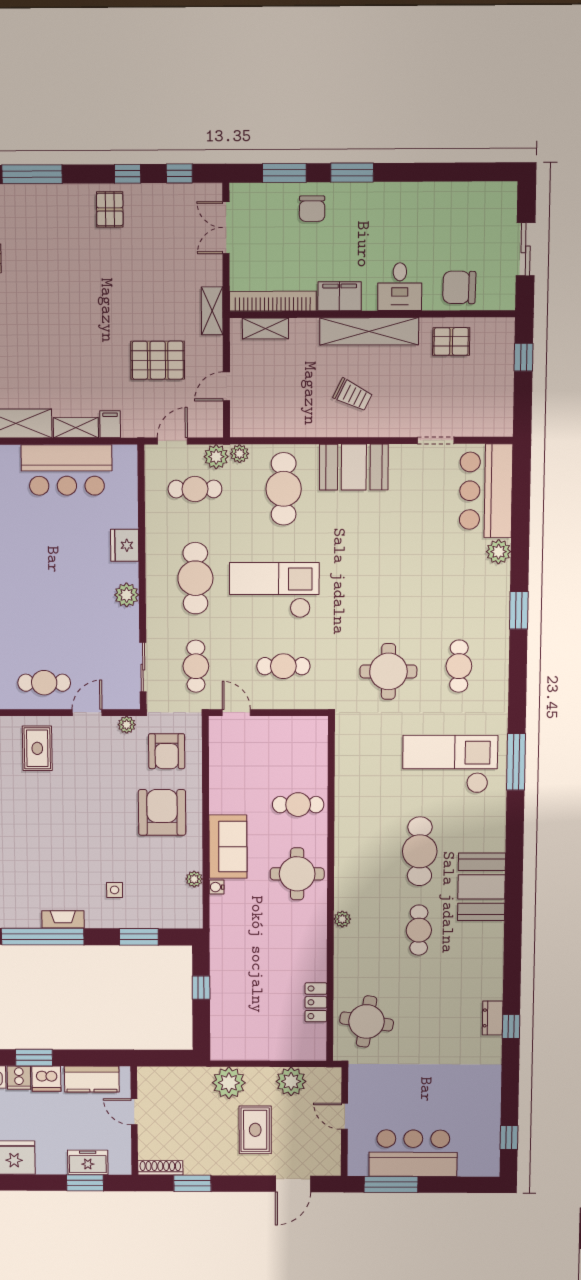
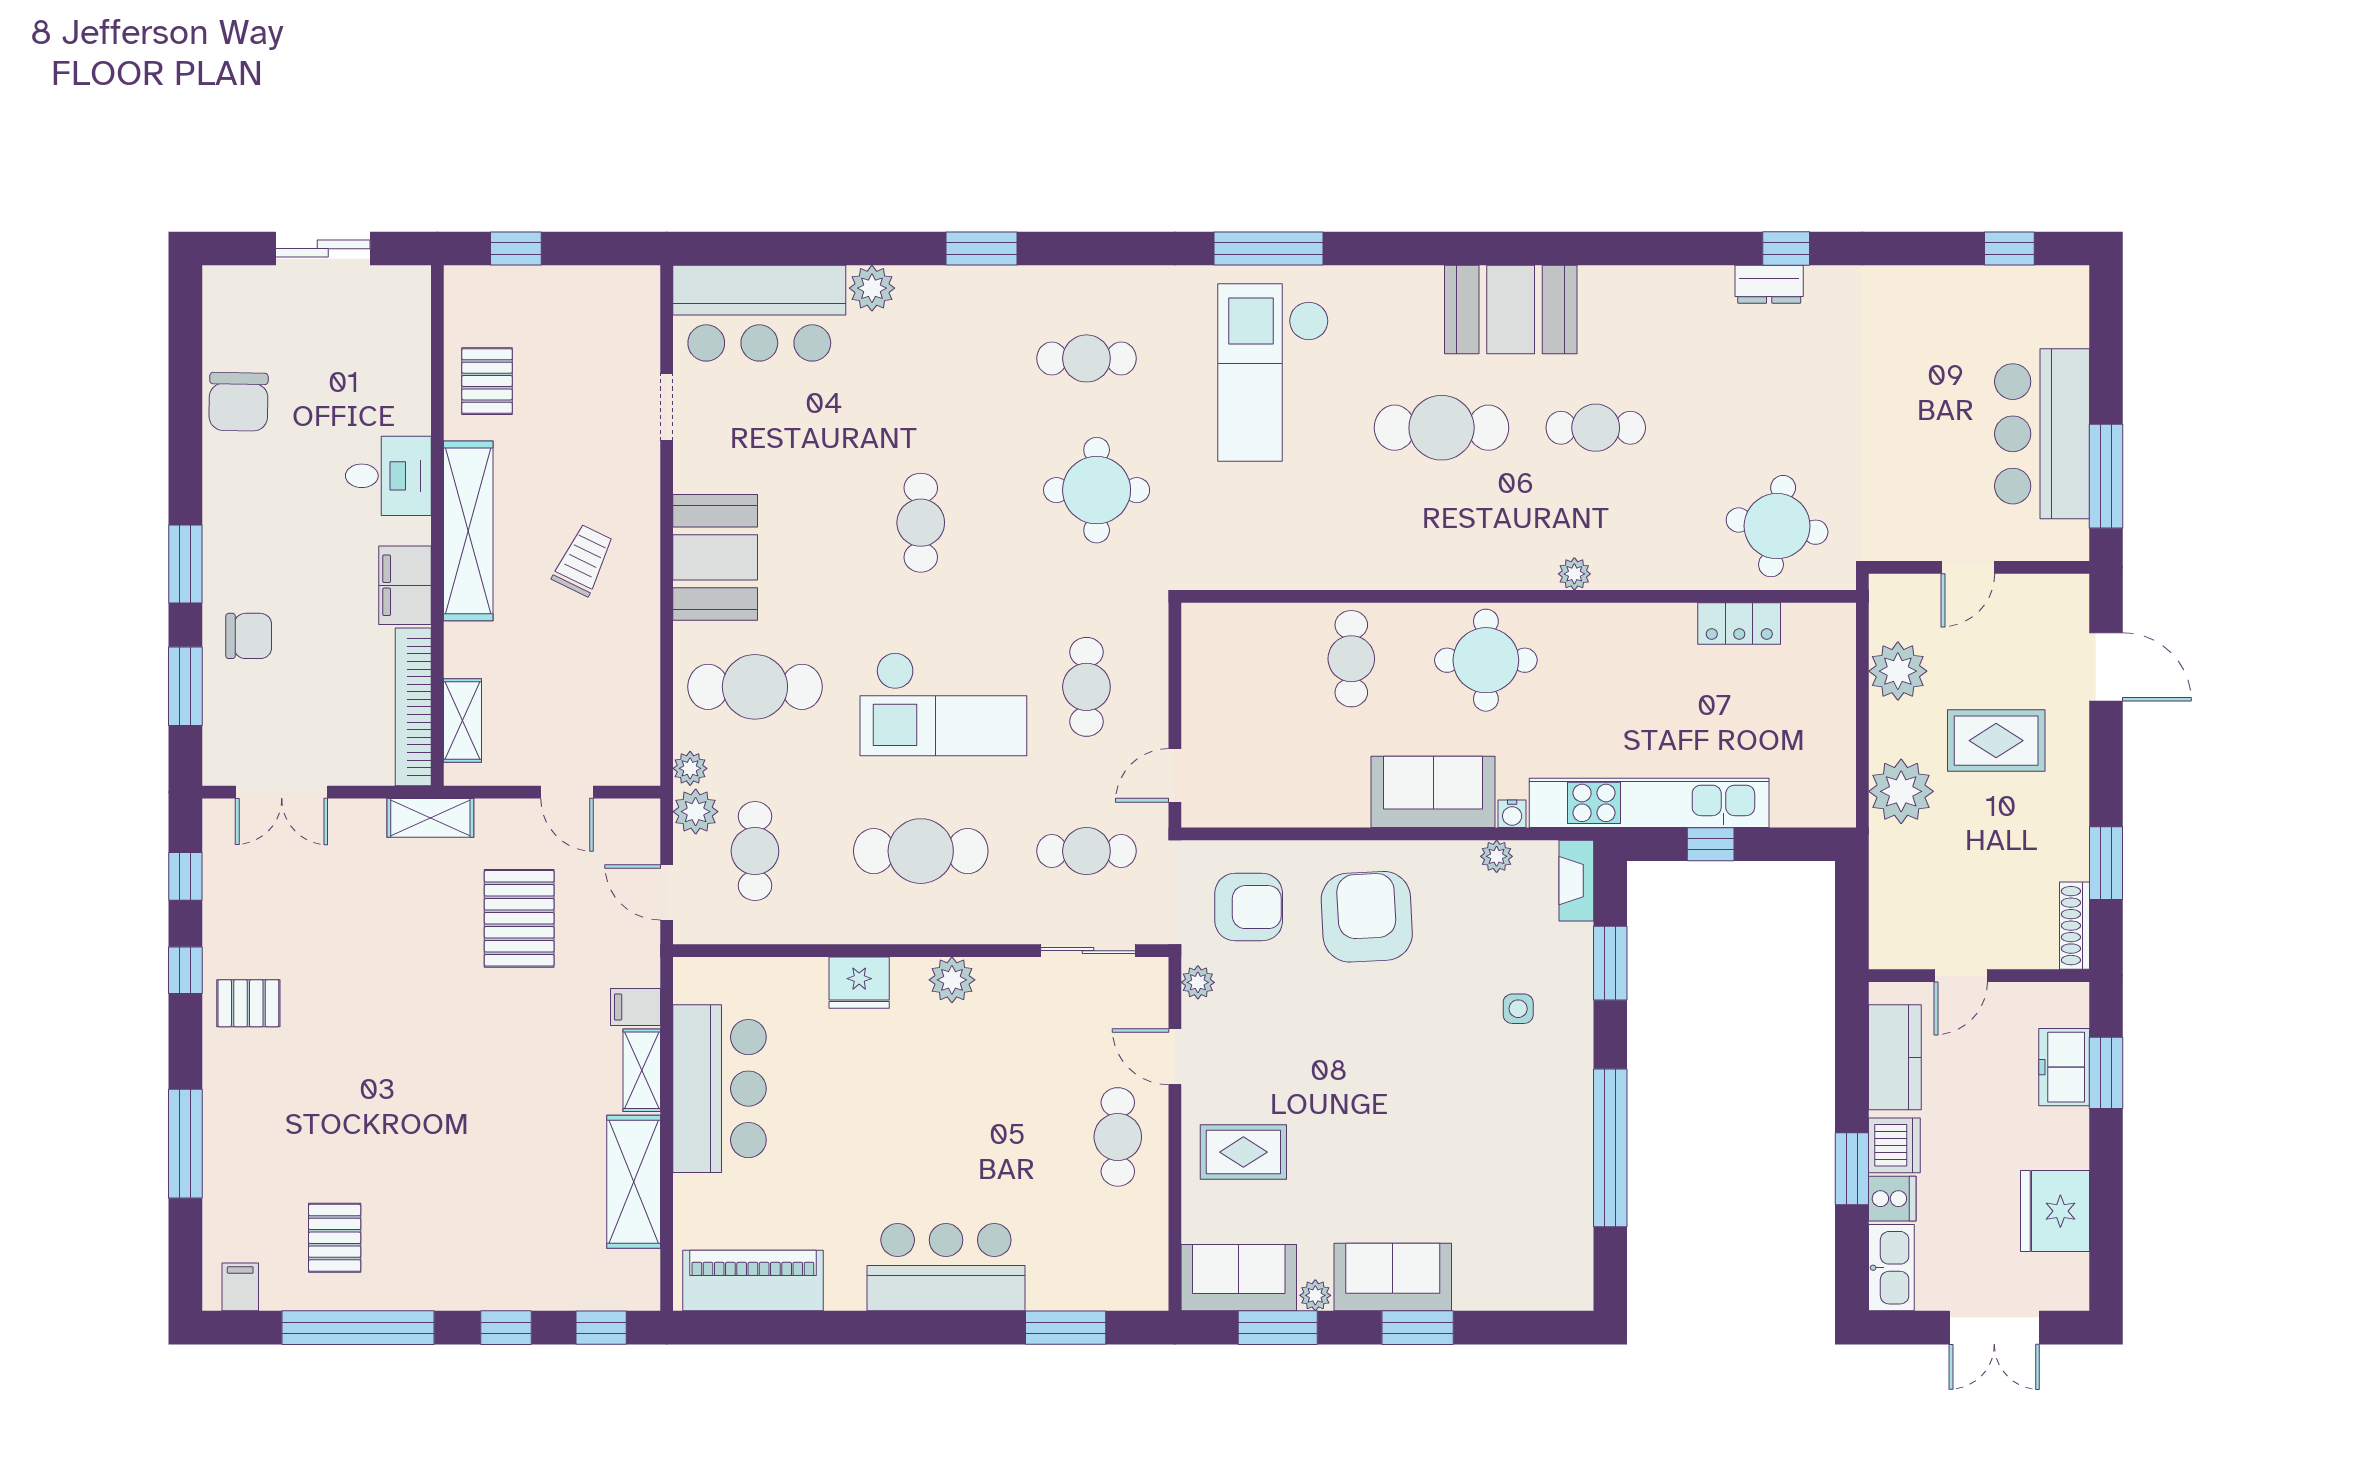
chair: (459, 287) -> (239, 402), moved
cafe table: (372, 578) -> (921, 523), added
checkout: (274, 590) -> (943, 704), turned -90
armchair: (162, 812) -> (1367, 917), turned 87
fireplace: (63, 919) -> (1576, 881), moved
kitchen unit: (223, 957) -> (1649, 803), added

